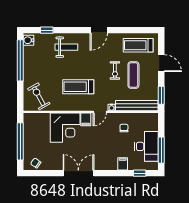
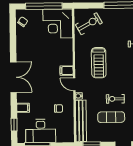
treadmill: (78, 87) -> (99, 63), turned 180
corner desk: (65, 128) -> (58, 24), moved
double door: (78, 173) -> (13, 77), moved

